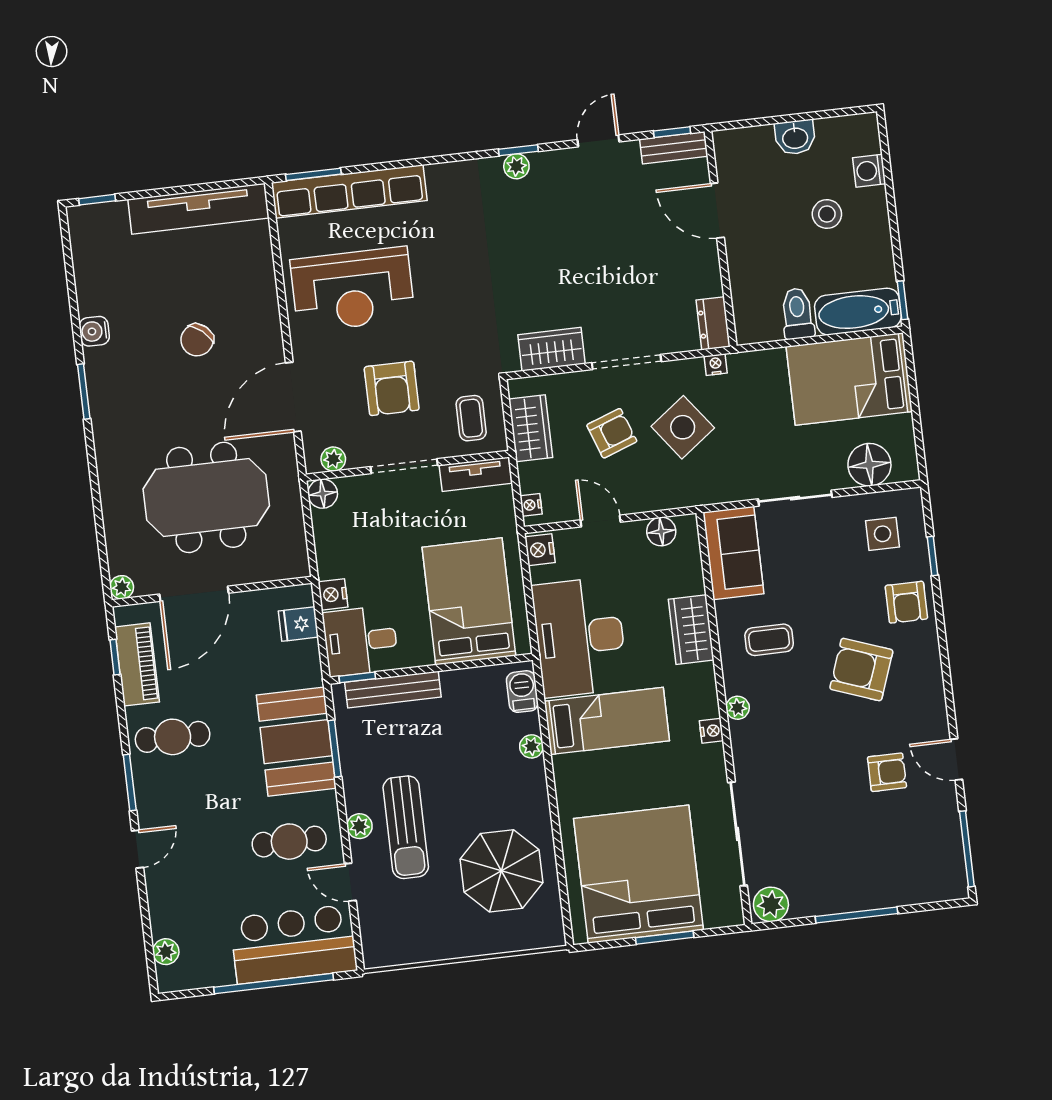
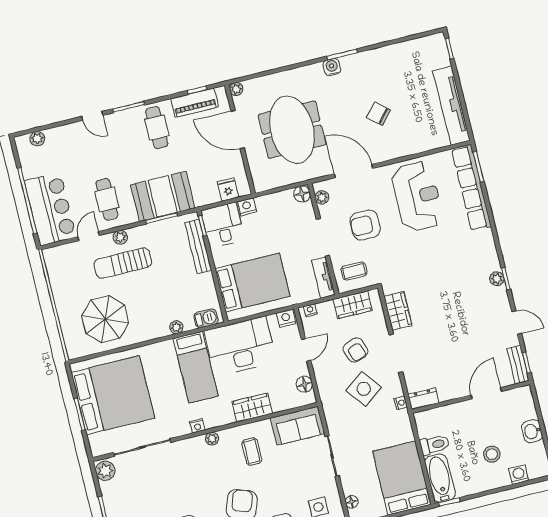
reception desk: (353, 289) -> (417, 196), turned 180
water cooler: (94, 331) -> (332, 67), moved
floor lamp: (869, 465) -> (352, 502), width x0.53, depth x0.53

